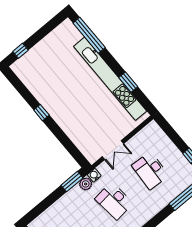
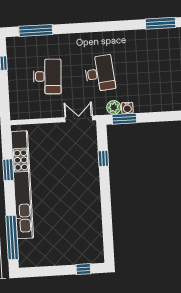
window: (41, 113) -> (103, 158), moved
double door: (113, 150) -> (79, 119), moved
water cooler: (94, 175) -> (127, 108), moved

